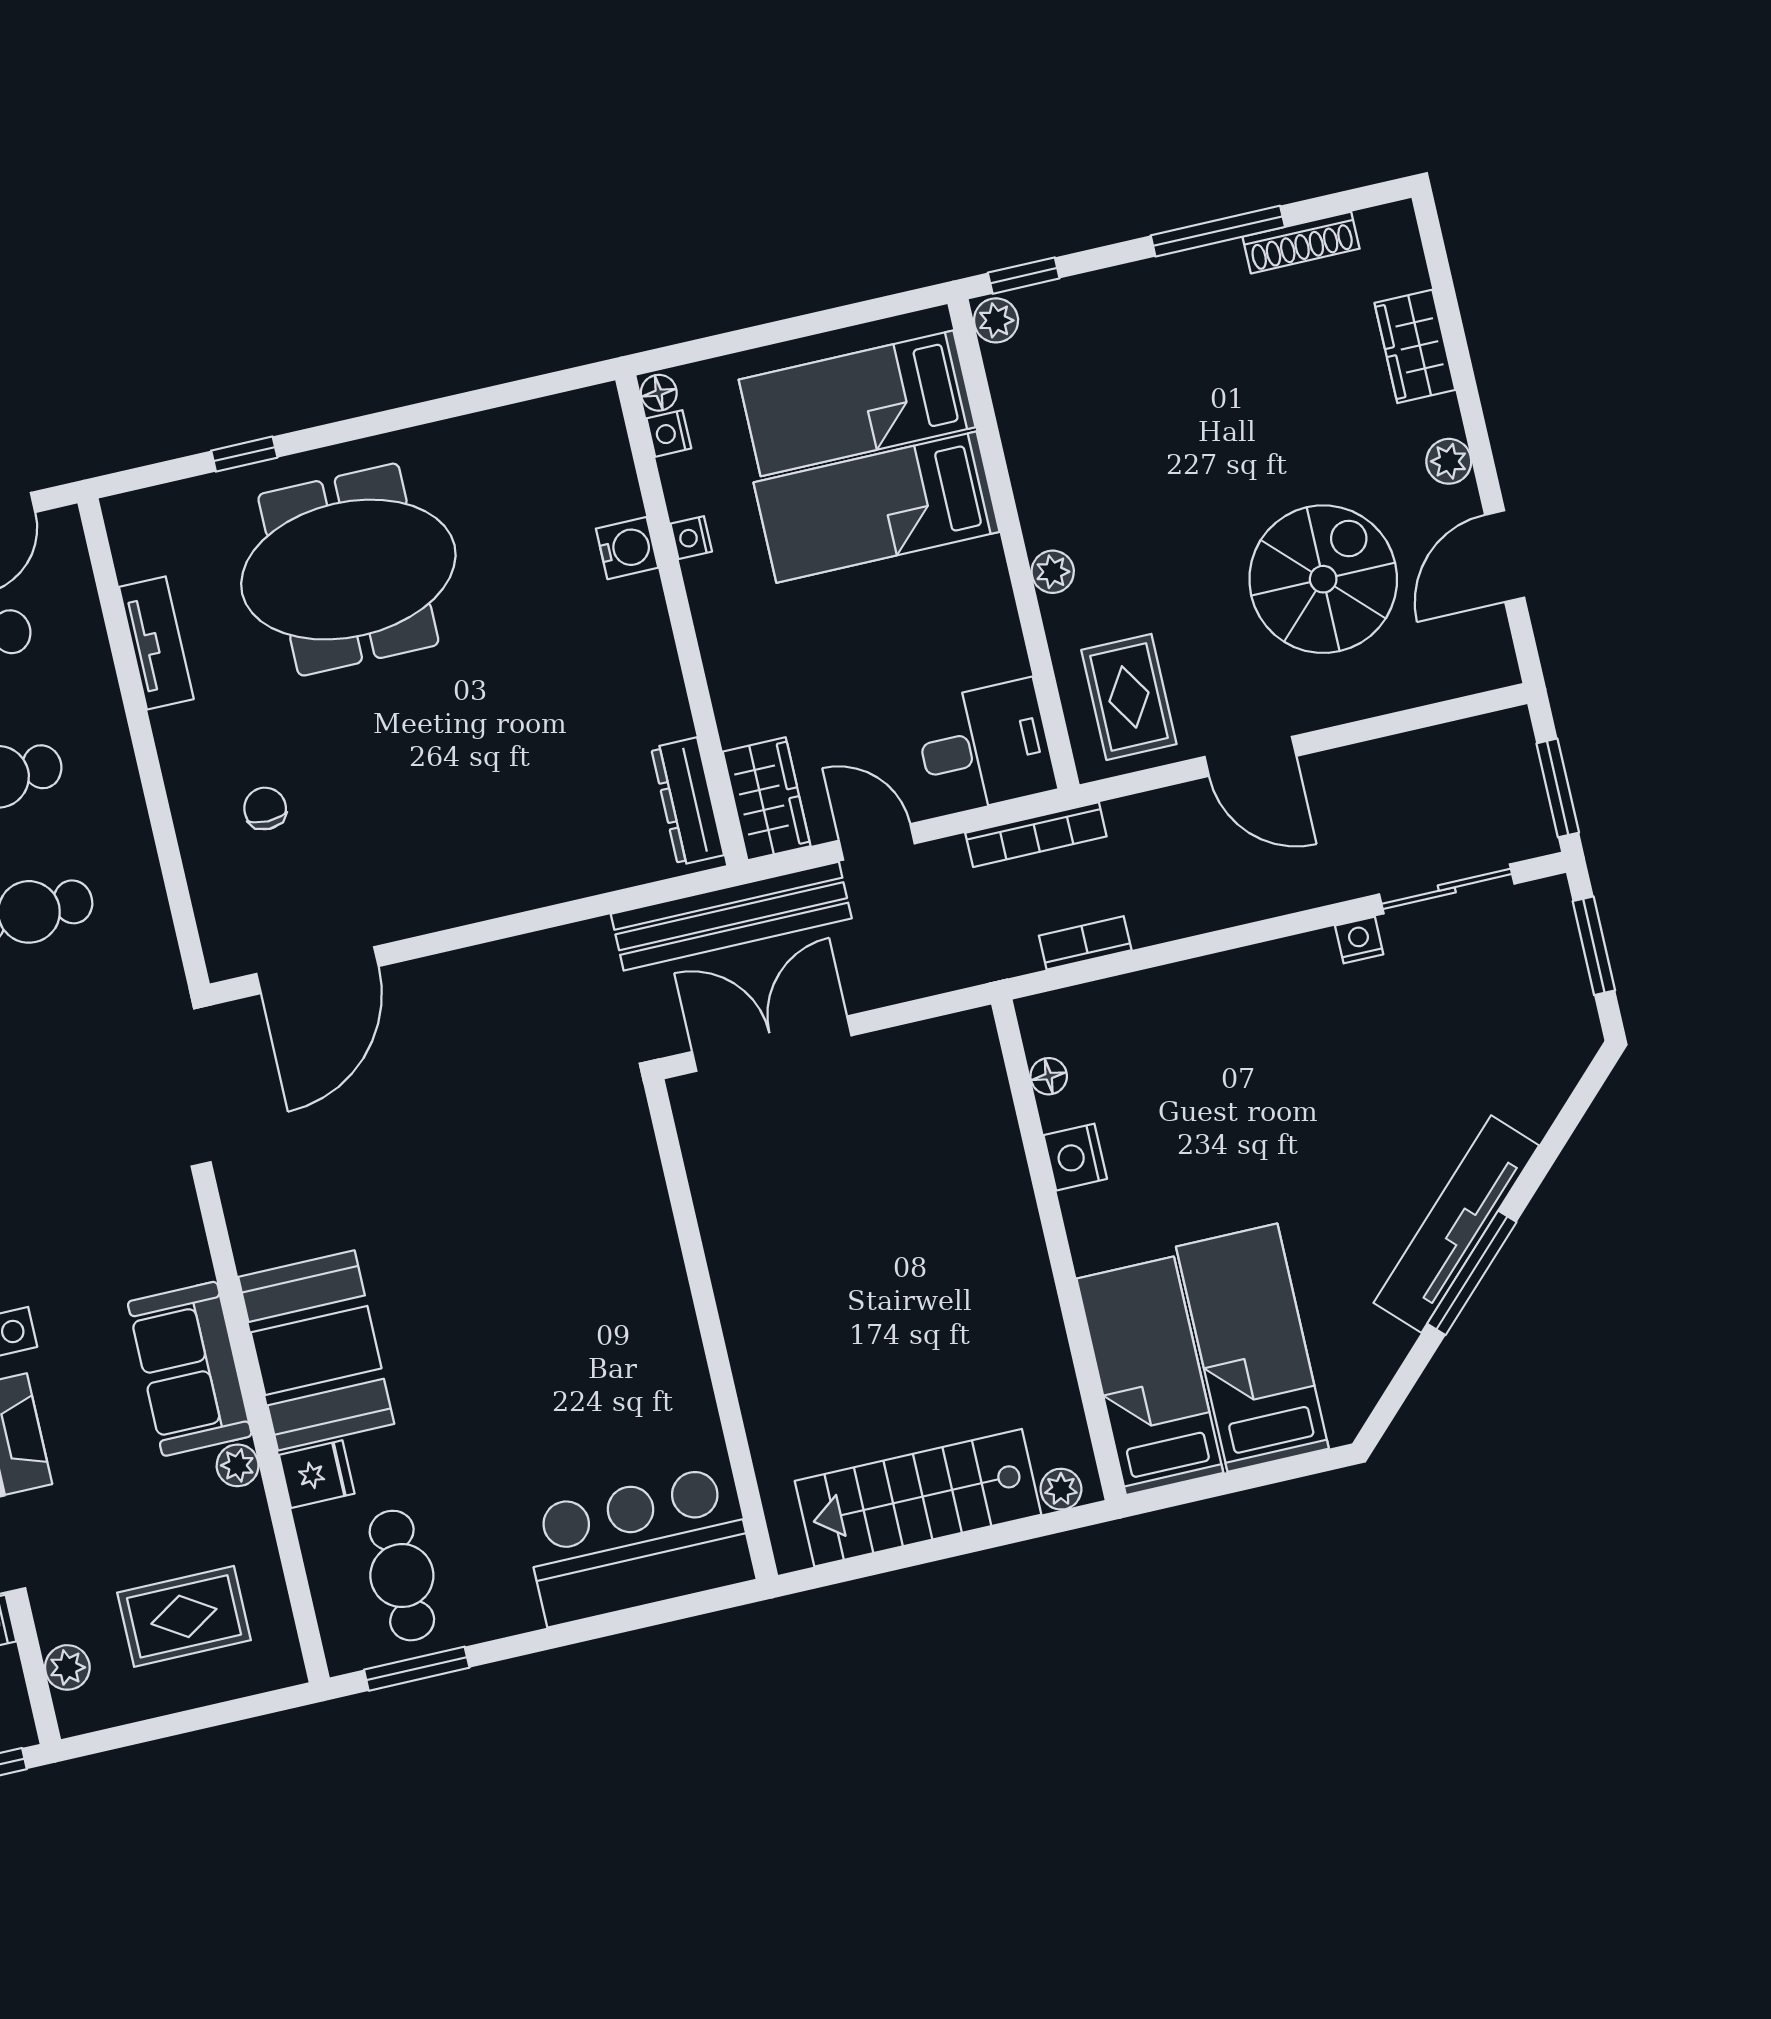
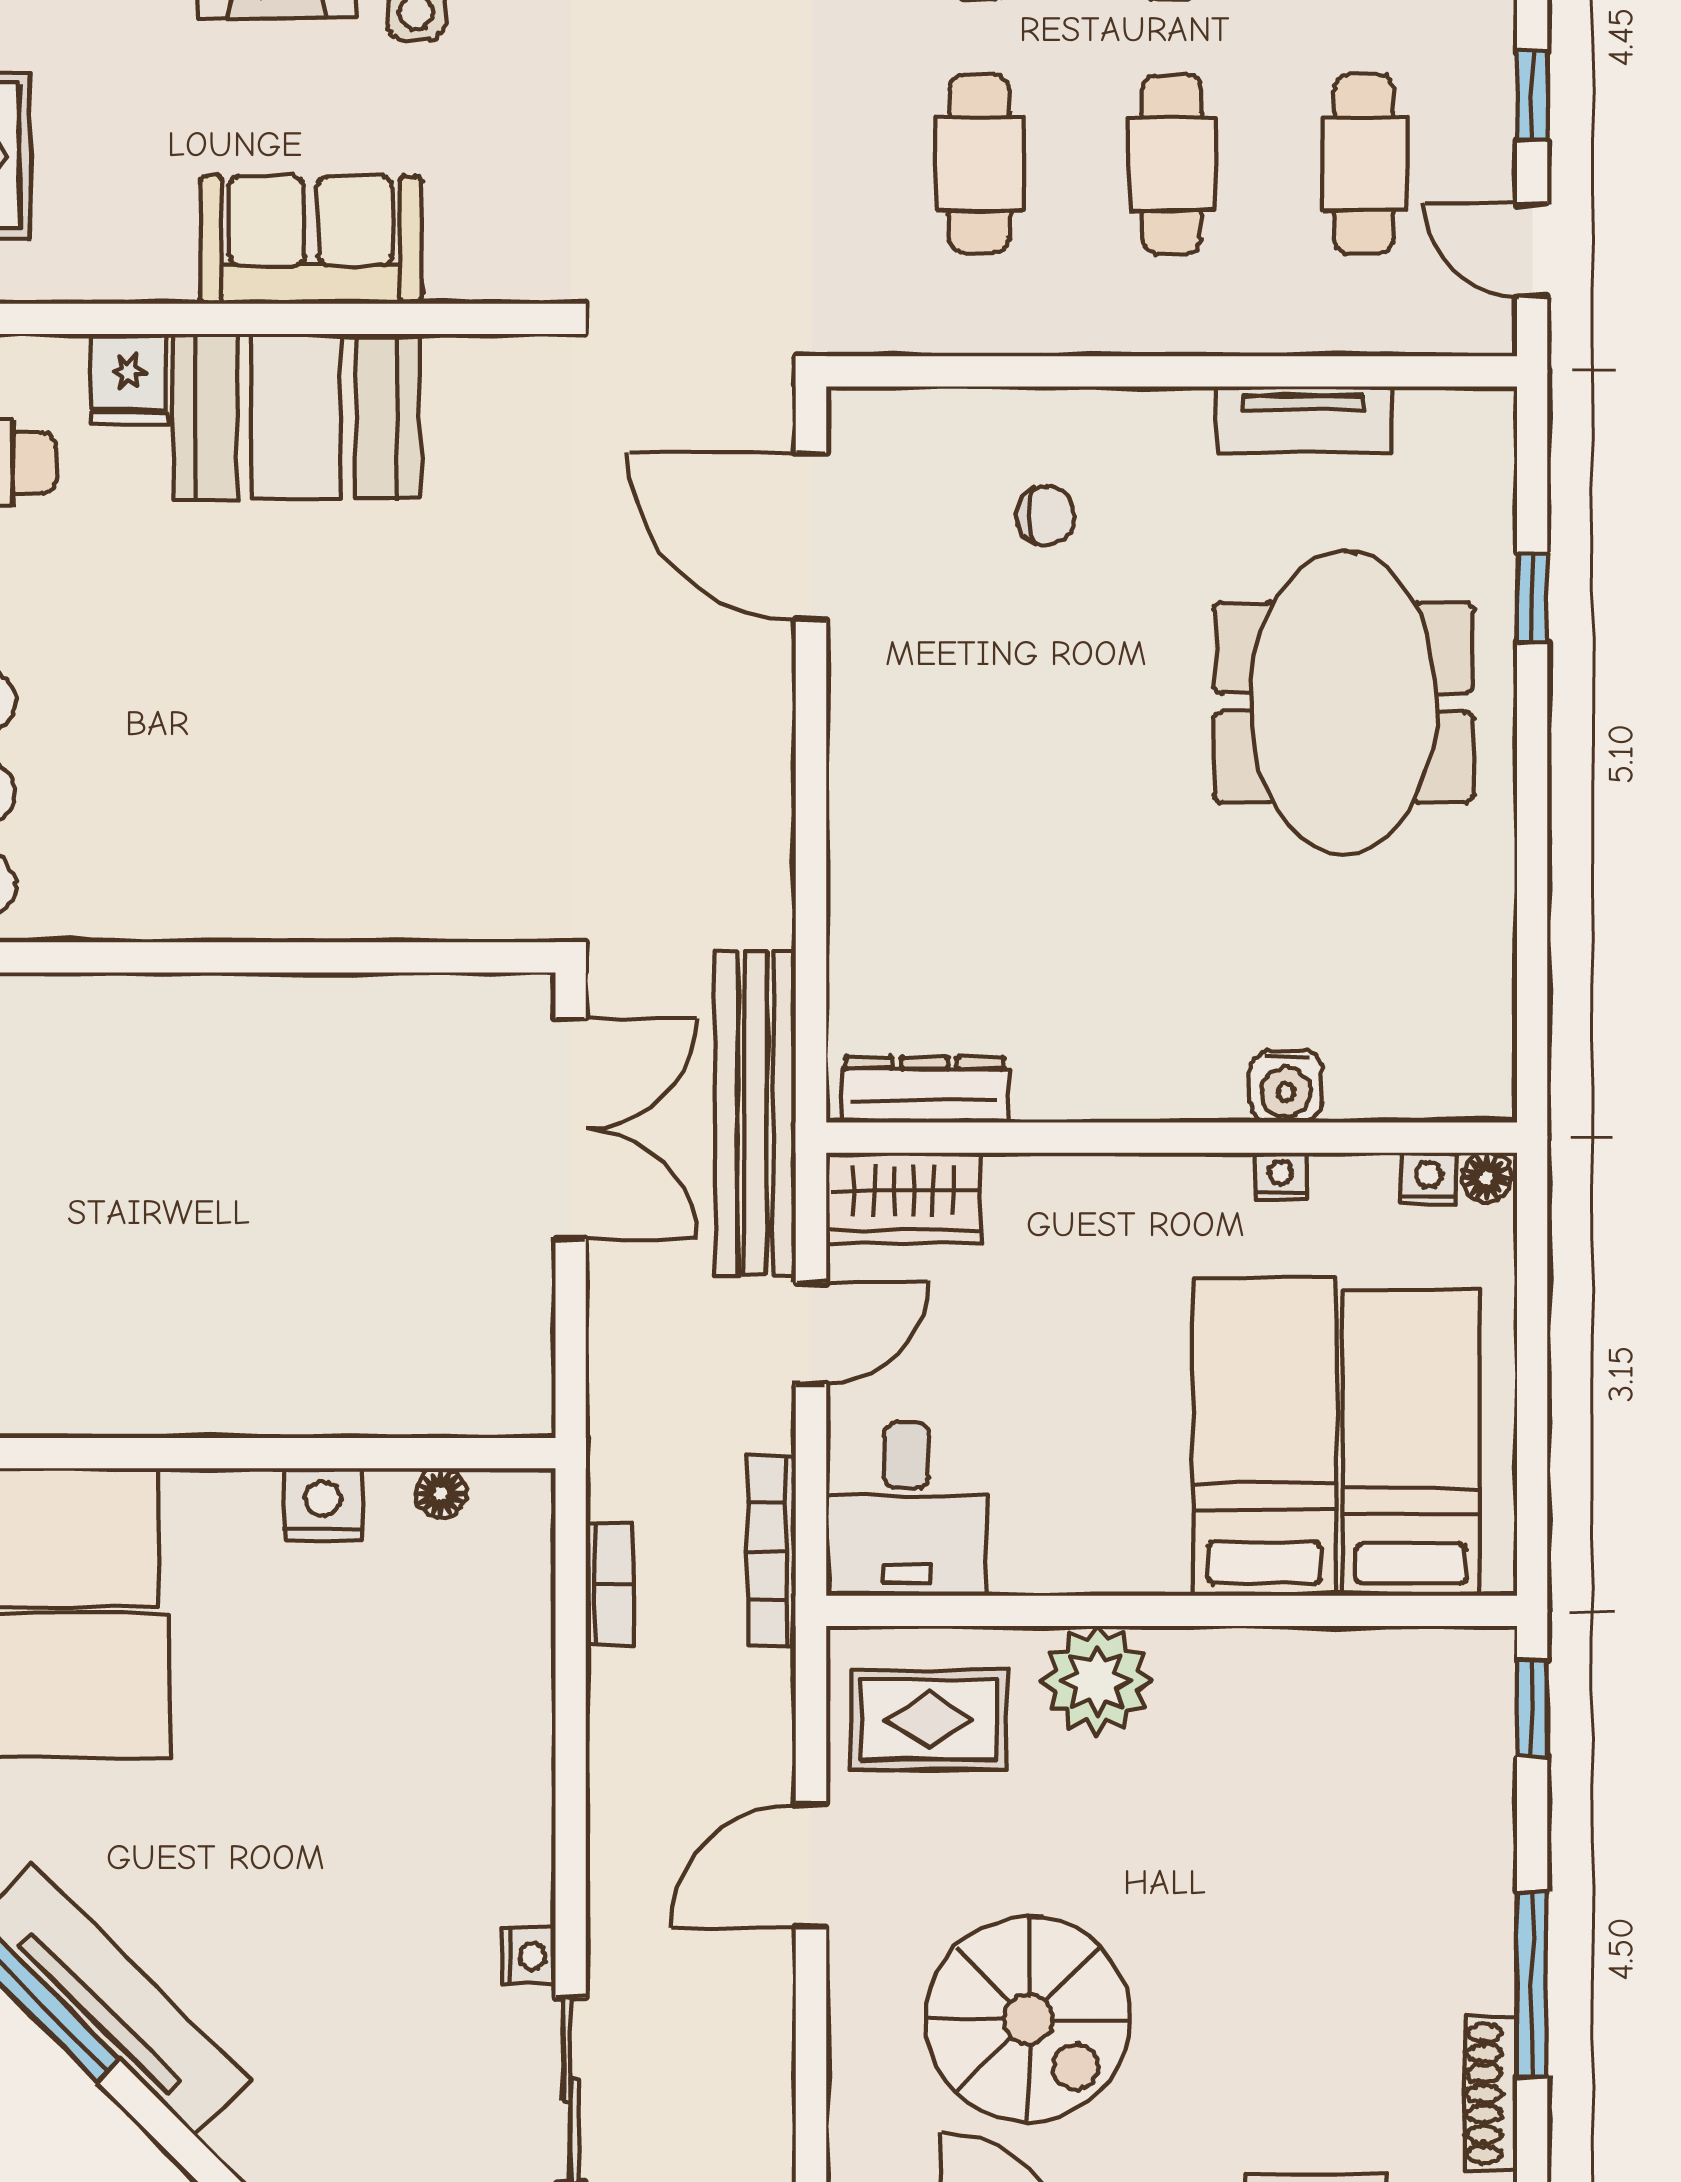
plant: (996, 320) -> (1480, 1657), removed
plant: (1053, 572) -> (1097, 1681), width x1.88, depth x1.88
plant: (238, 1465) -> (165, 275), removed

